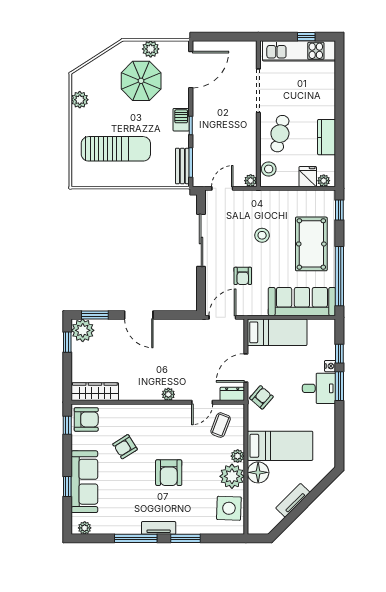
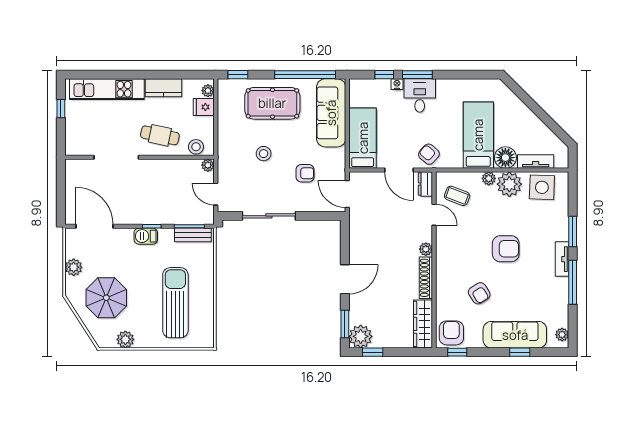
kitchen unit: (299, 51) -> (107, 89), moved, turned 90
parasol: (141, 81) -> (106, 298), moved
shoe rack: (140, 394) -> (426, 278), added
tv unit: (293, 500) -> (536, 162), moved, turned 135

